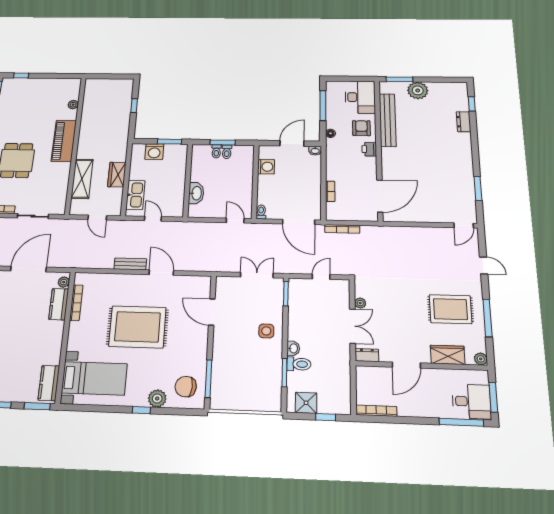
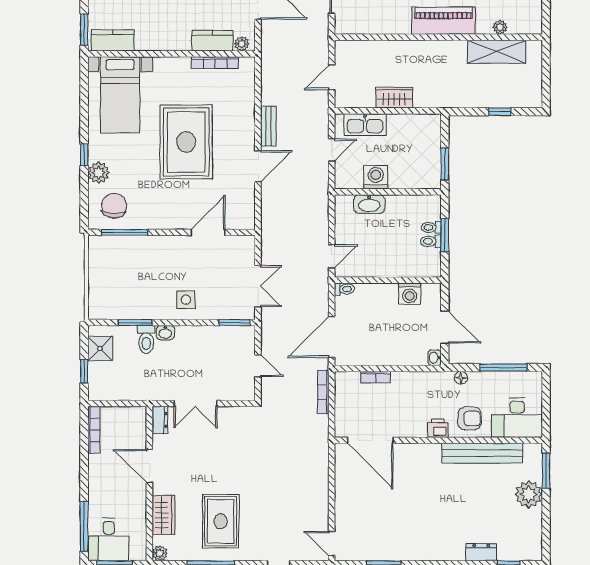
washing machine: (154, 152) -> (376, 177), moved, turned 90
shelving: (82, 179) -> (497, 52), moved
plant: (360, 303) -> (225, 413), removed

